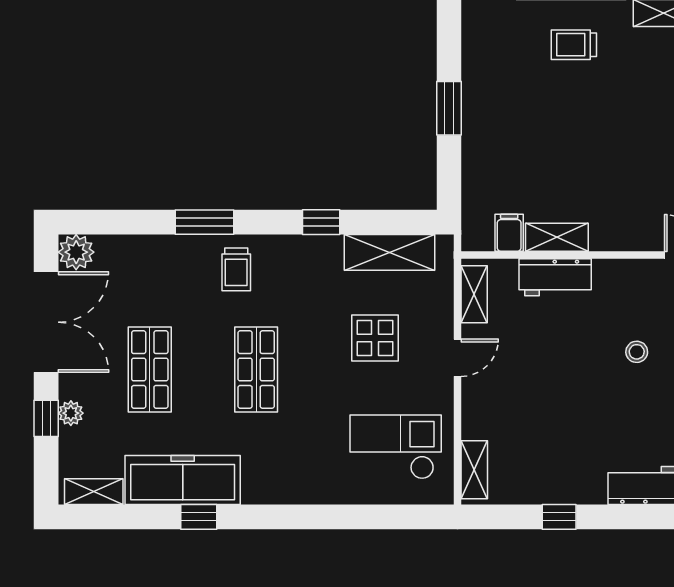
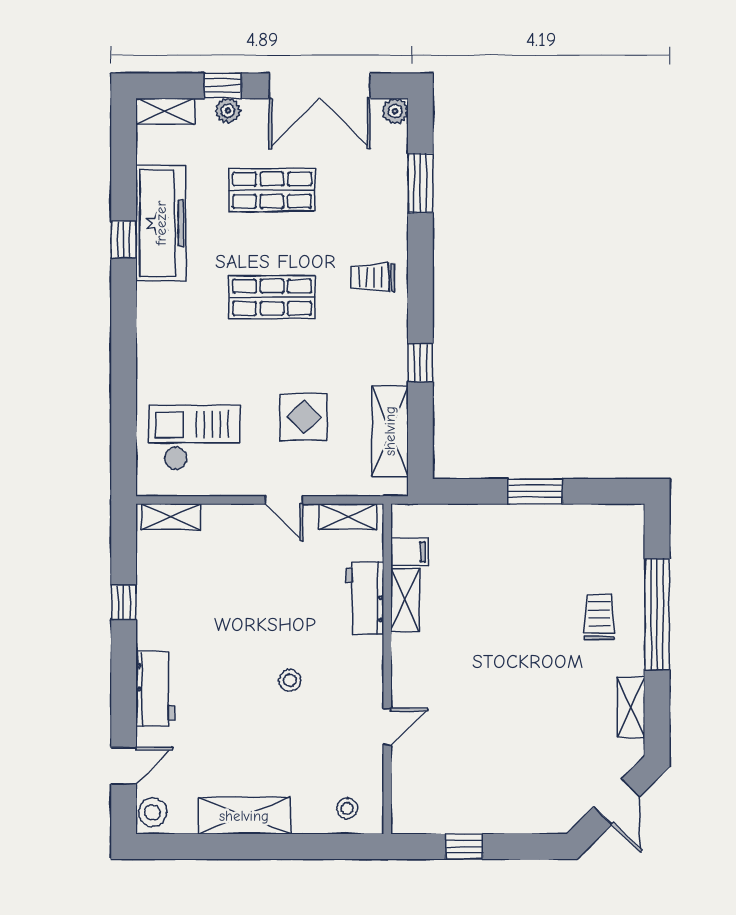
window: (205, 222) -> (420, 183), moved
plant: (76, 252) -> (395, 111), width x0.73, depth x0.73
checkout: (396, 447) -> (194, 438), turned -90
shelving: (94, 492) -> (165, 111), moved, turned 90

